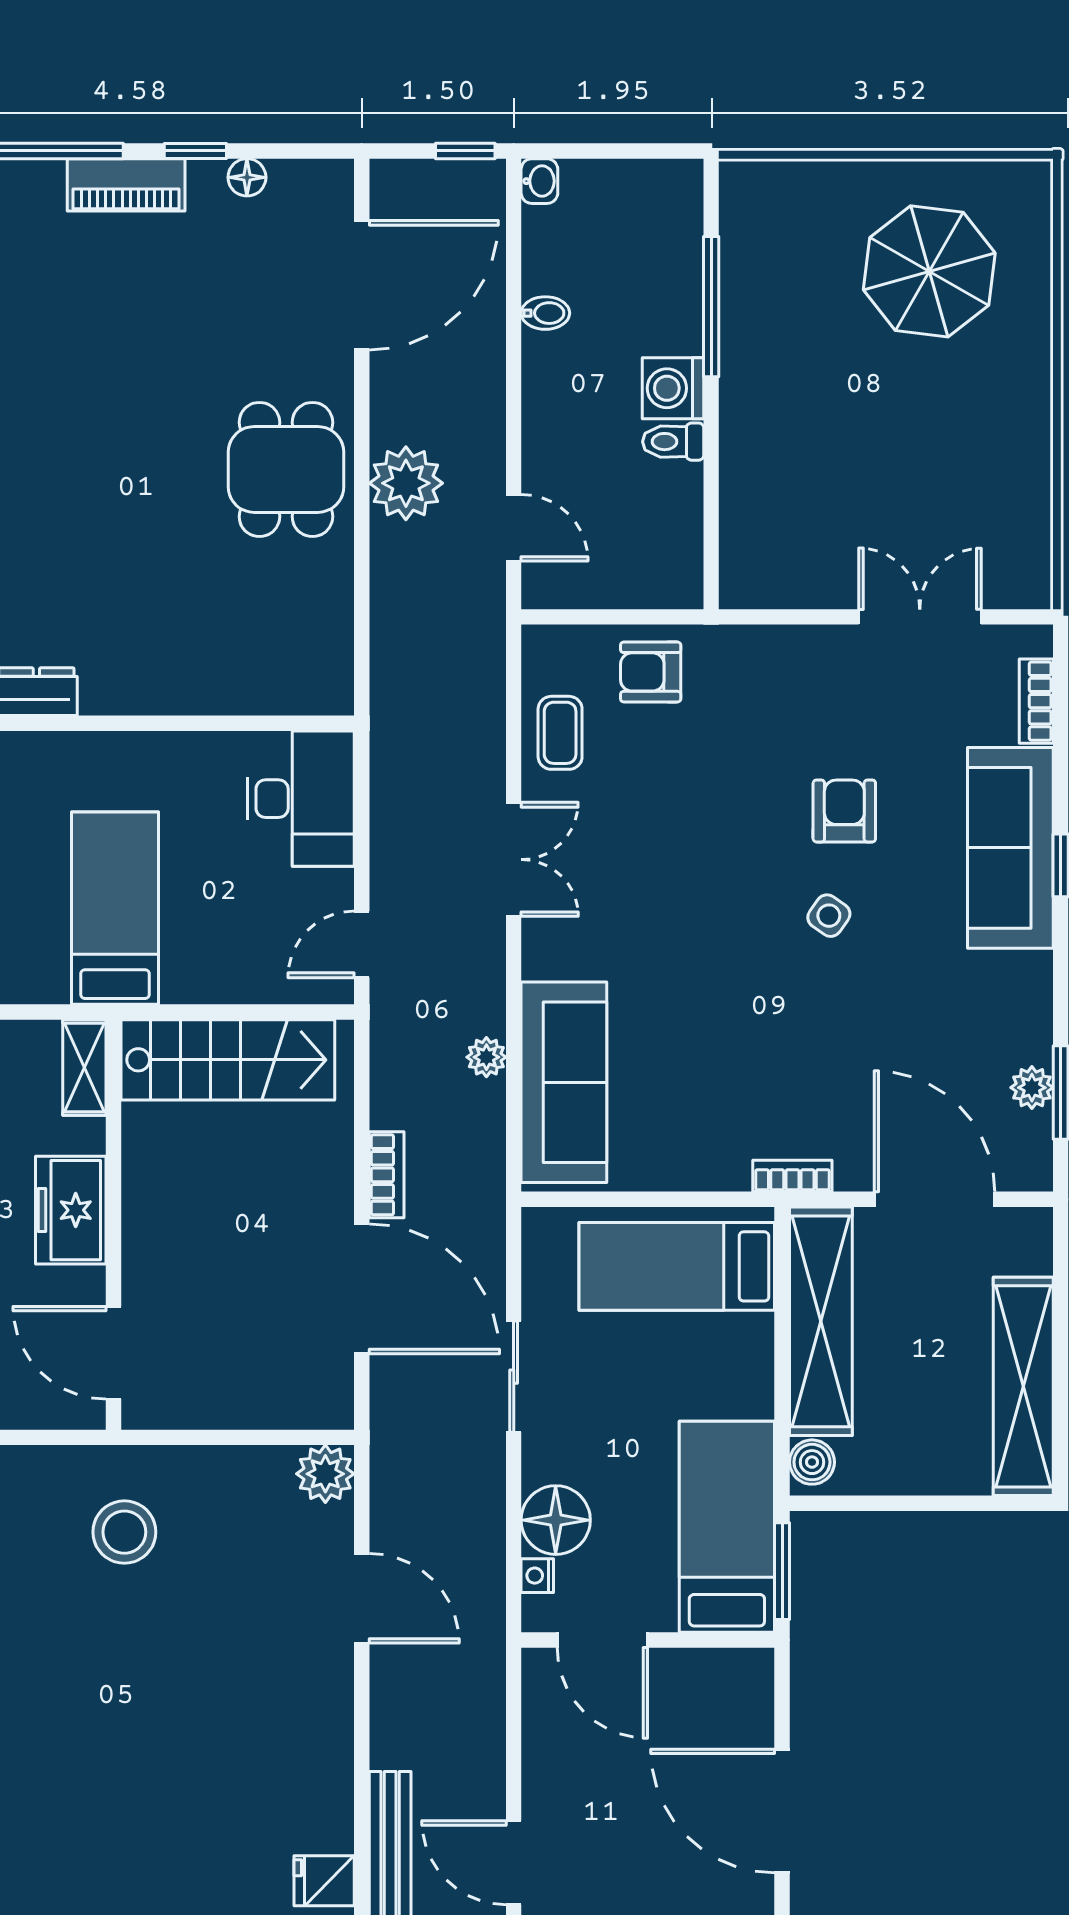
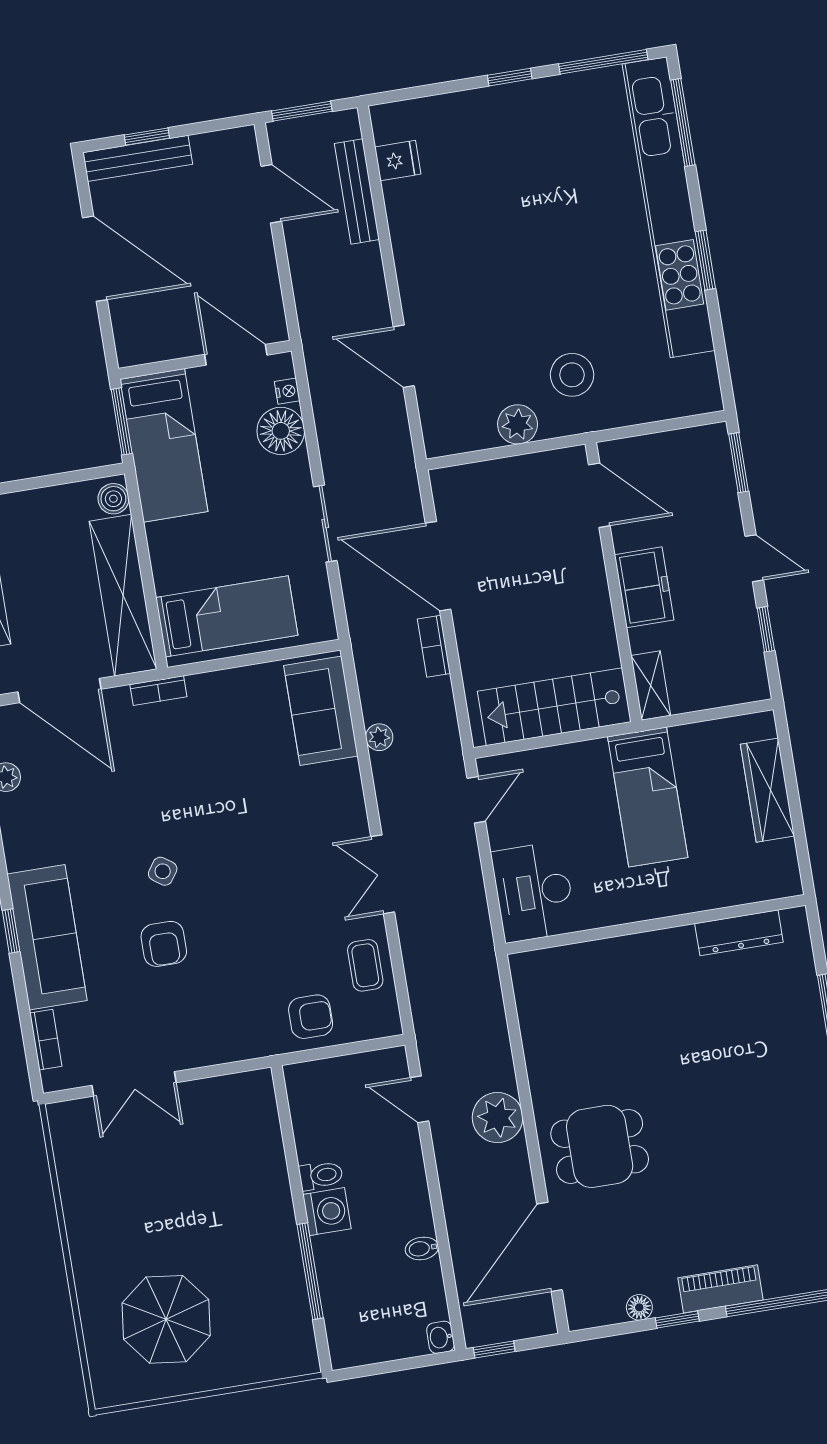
dining table: (286, 469) -> (600, 1146), moved, turned 90
sofa: (564, 1082) -> (321, 711), width x0.73
plant: (325, 1474) -> (518, 424), moved

